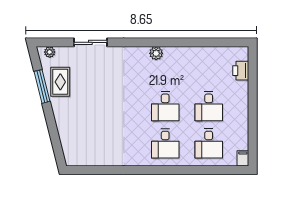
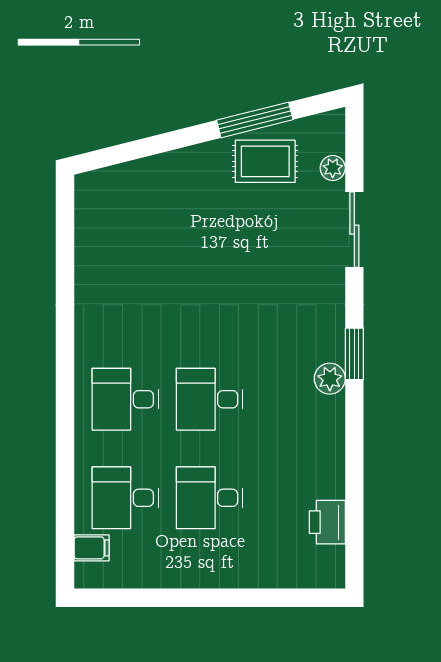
window: (145, 42) -> (354, 354), added
plant: (50, 52) -> (333, 168), moved
printer: (241, 71) -> (327, 522), moved, turned -90
filing cabinet: (243, 158) -> (92, 548), moved

